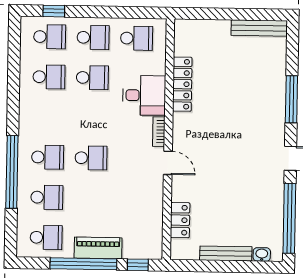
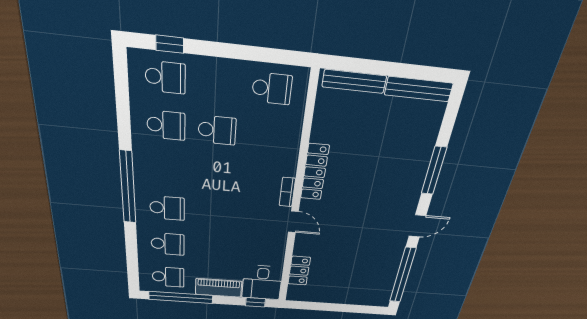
school desk: (93, 37) -> (219, 83), removed
locker: (182, 84) -> (315, 172), moved
desk: (144, 95) -> (262, 283), moved, turned 90
school desk: (91, 158) -> (214, 212), removed
window: (12, 172) -> (128, 188), moved
bench: (226, 253) -> (354, 81), moved
washbasin: (262, 254) -> (370, 301), removed
window: (83, 264) -> (181, 297), moved

